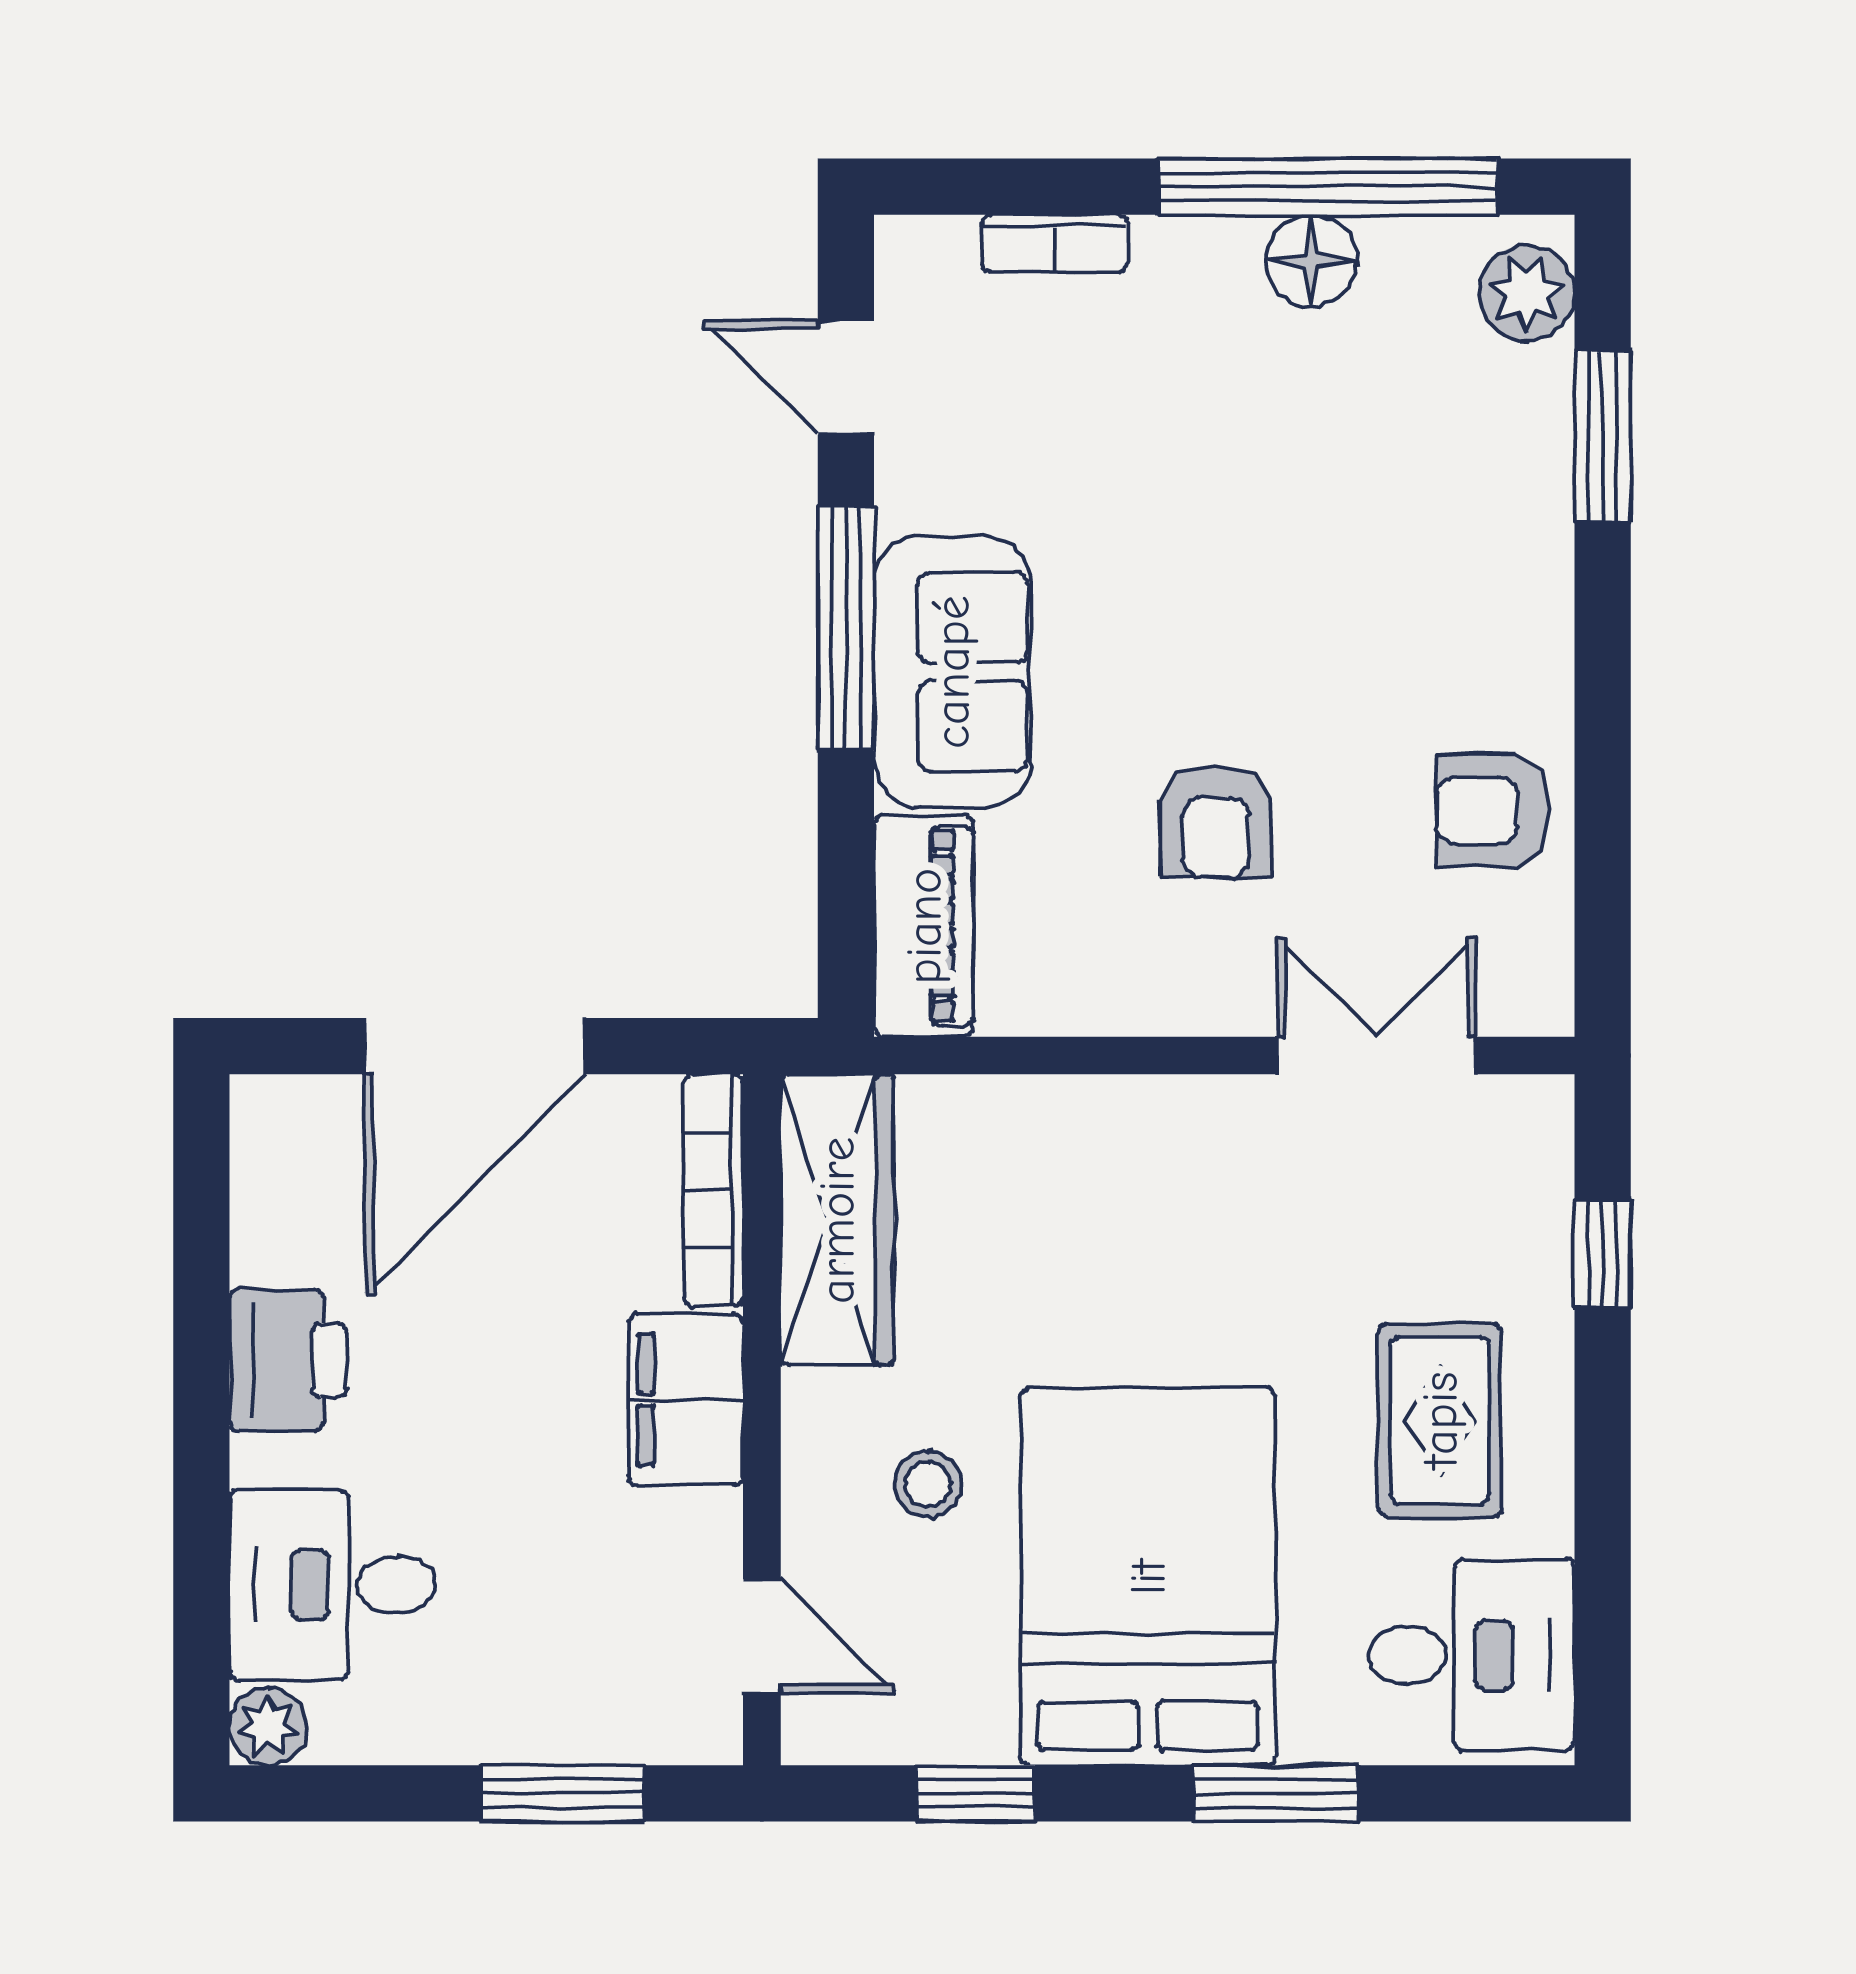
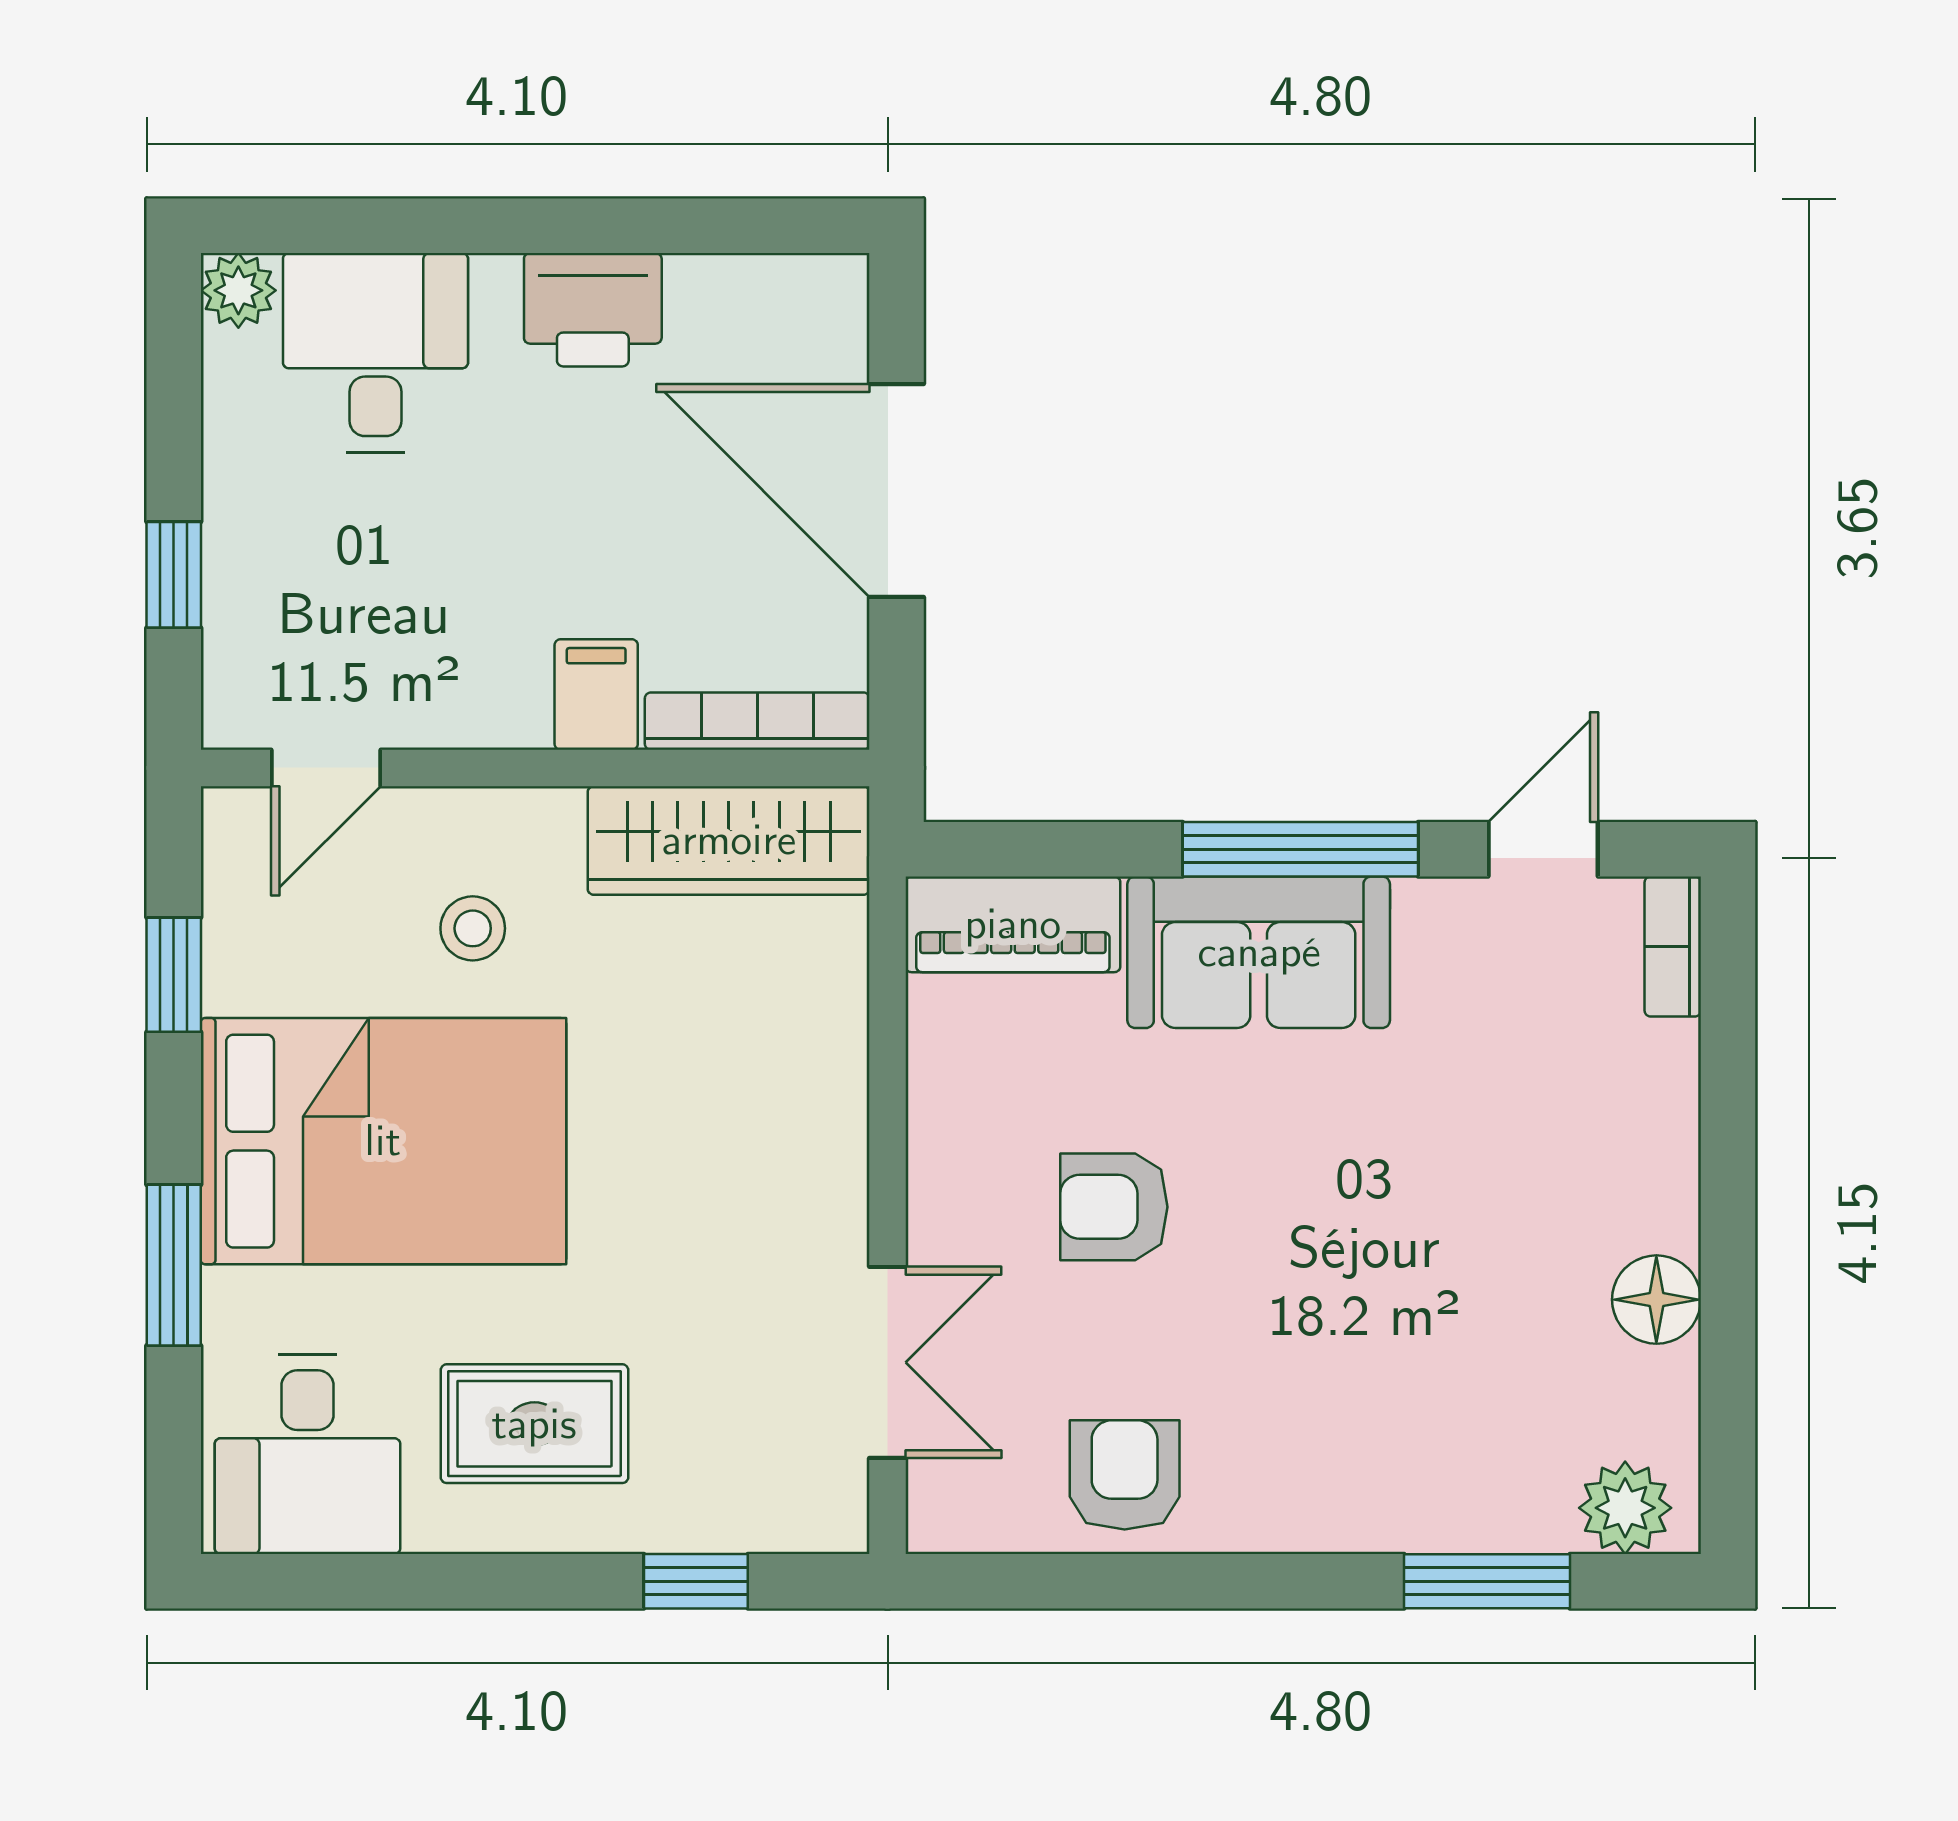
window: (1327, 187) -> (1728, 1315), removed
bookcase: (1055, 244) -> (1673, 946), moved
filing cabinet: (686, 1400) -> (596, 694), width x0.50
window: (562, 1793) -> (174, 575), width x0.67

